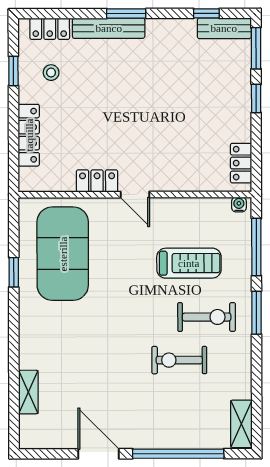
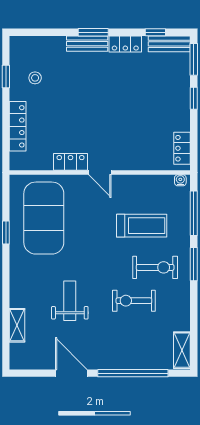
bench: (109, 28) -> (87, 44), width x0.73
locker: (50, 29) -> (125, 44), moved
weight bench: (96, 360) -> (70, 301), added

